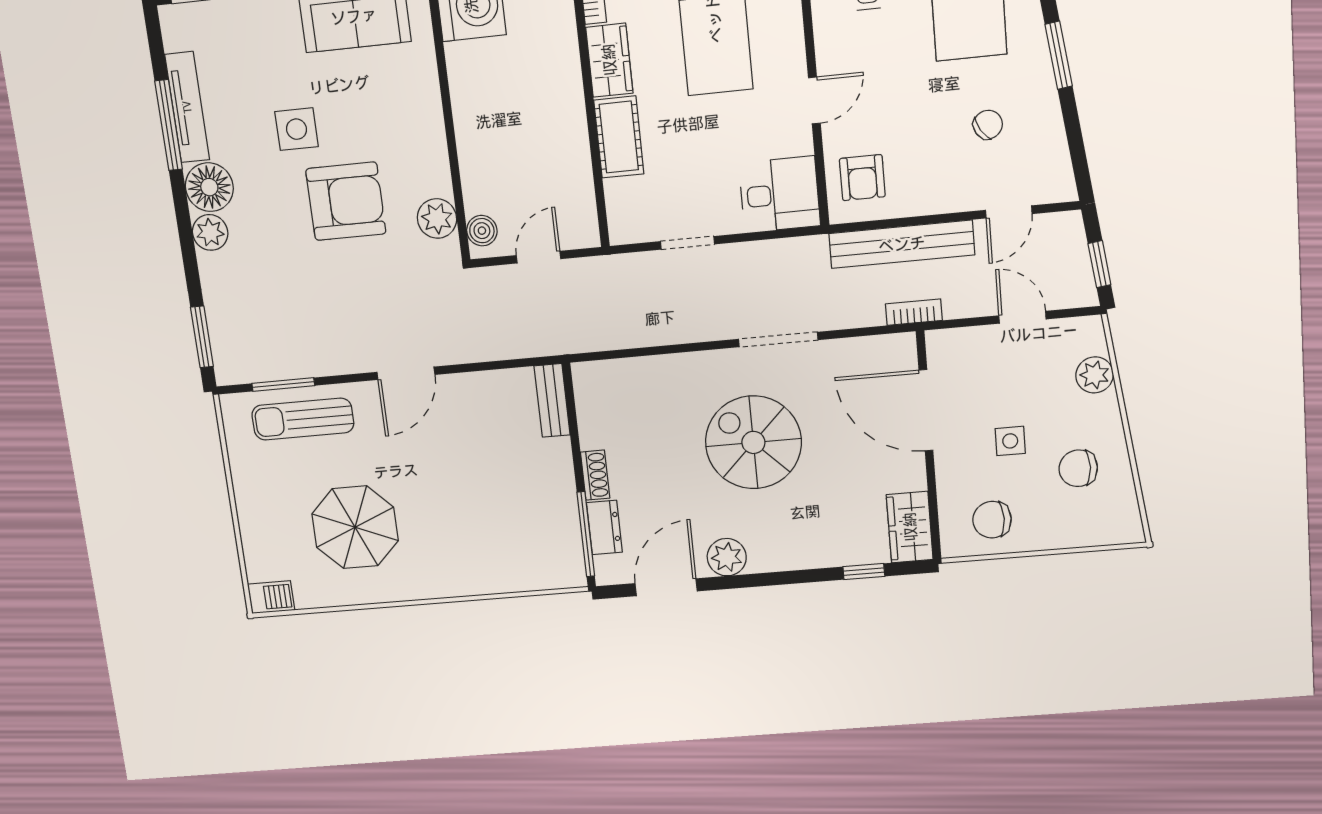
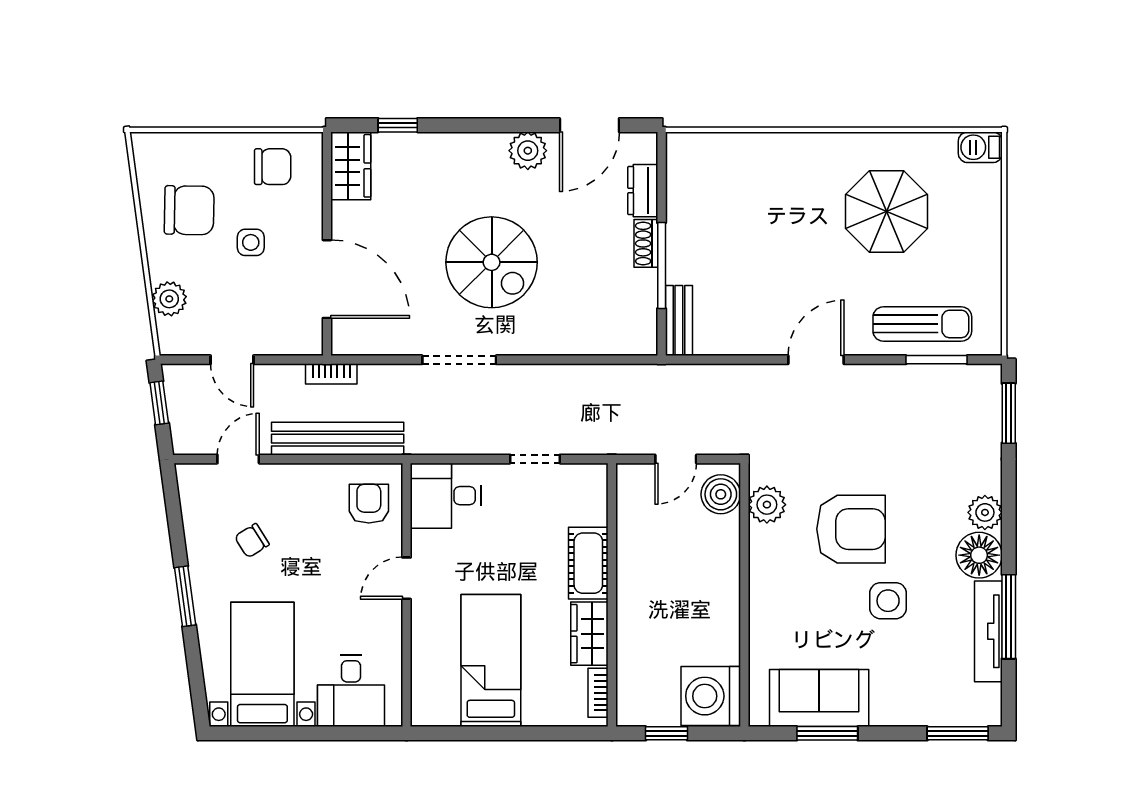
armchair: (346, 201) -> (851, 529), turned 180
boiler: (482, 231) -> (721, 494), width x1.36, depth x1.36
chair: (1078, 468) -> (189, 210), width x1.37, depth x1.37
window: (586, 534) -> (662, 266), moved

